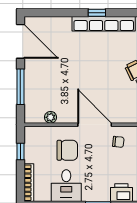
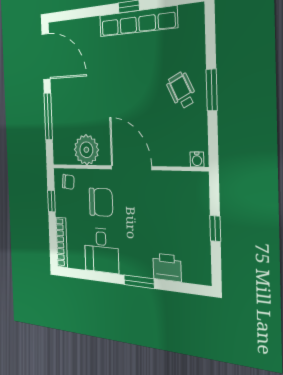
plant: (51, 117) -> (86, 150), width x1.87, depth x1.87
chair: (118, 142) -> (68, 182), moved

